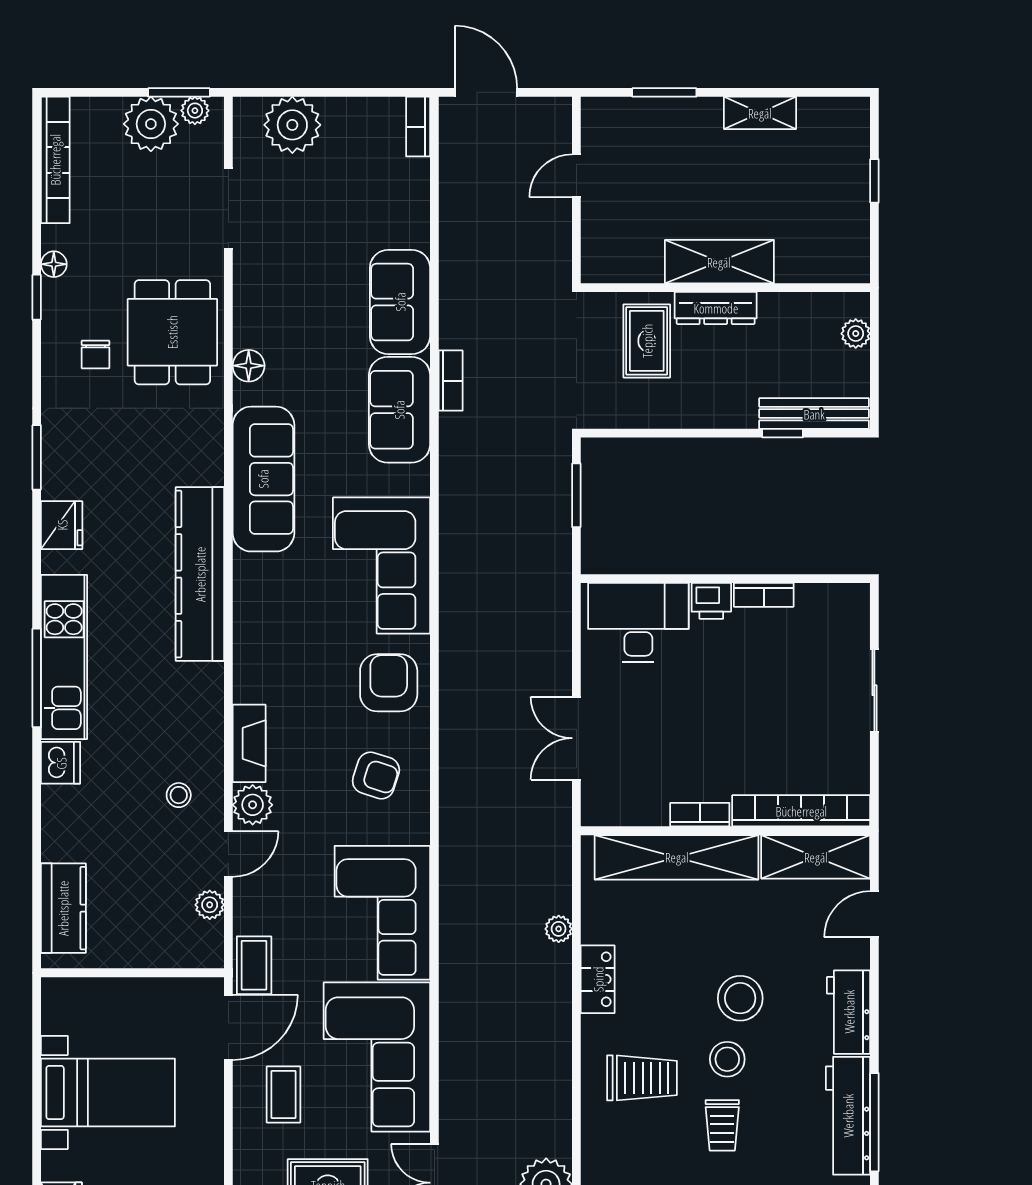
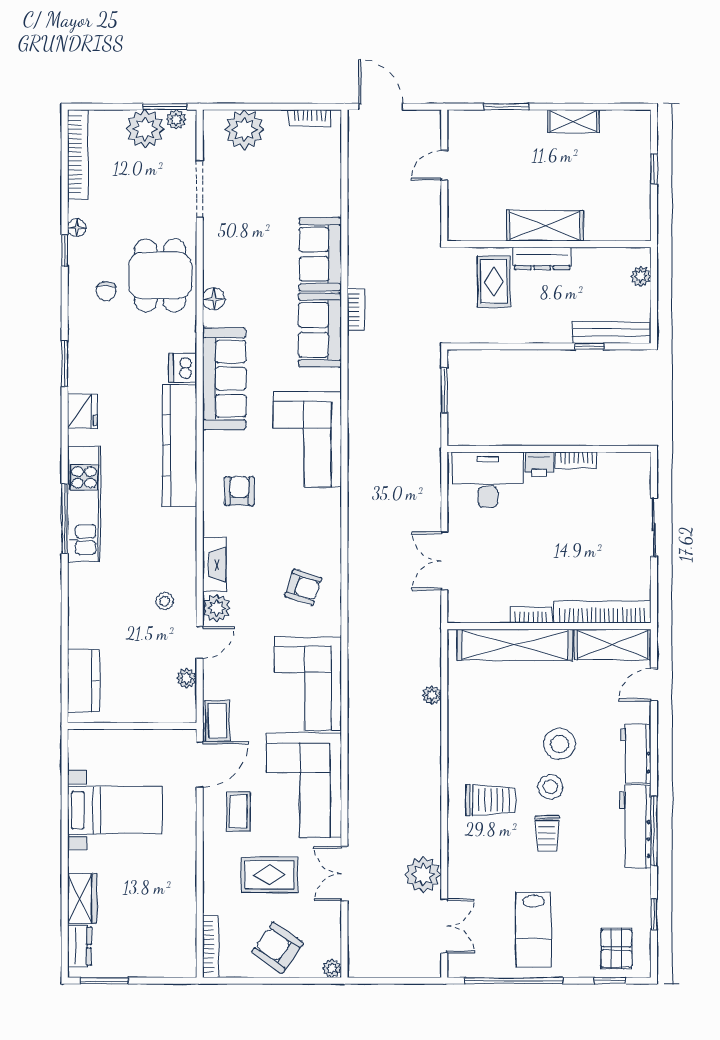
bookcase: (418, 127) -> (310, 118), moved, turned -90
armchair: (389, 683) -> (239, 491), moved, width x0.72, depth x0.72
dishwasher: (61, 763) -> (183, 368), moved, turned 180
locker: (598, 979) -> (459, 731), removed

